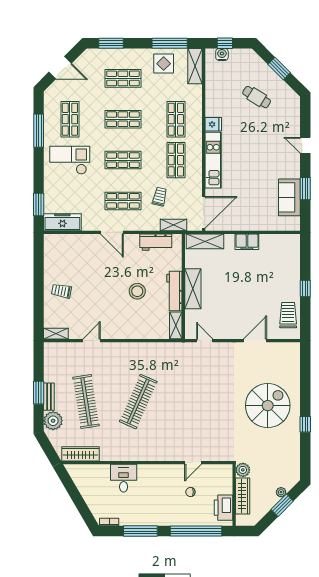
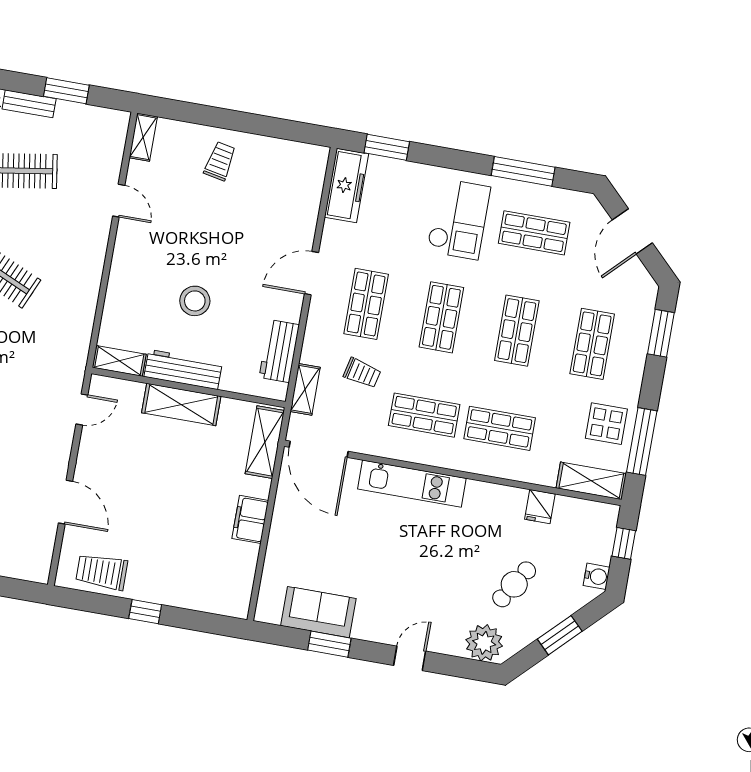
water cooler: (222, 54) -> (597, 576), moved
plant: (290, 107) -> (484, 643), added
fridge: (213, 124) -> (540, 507), moved
trolley: (288, 315) -> (102, 572), turned 180
window: (39, 393) -> (66, 91), moved

